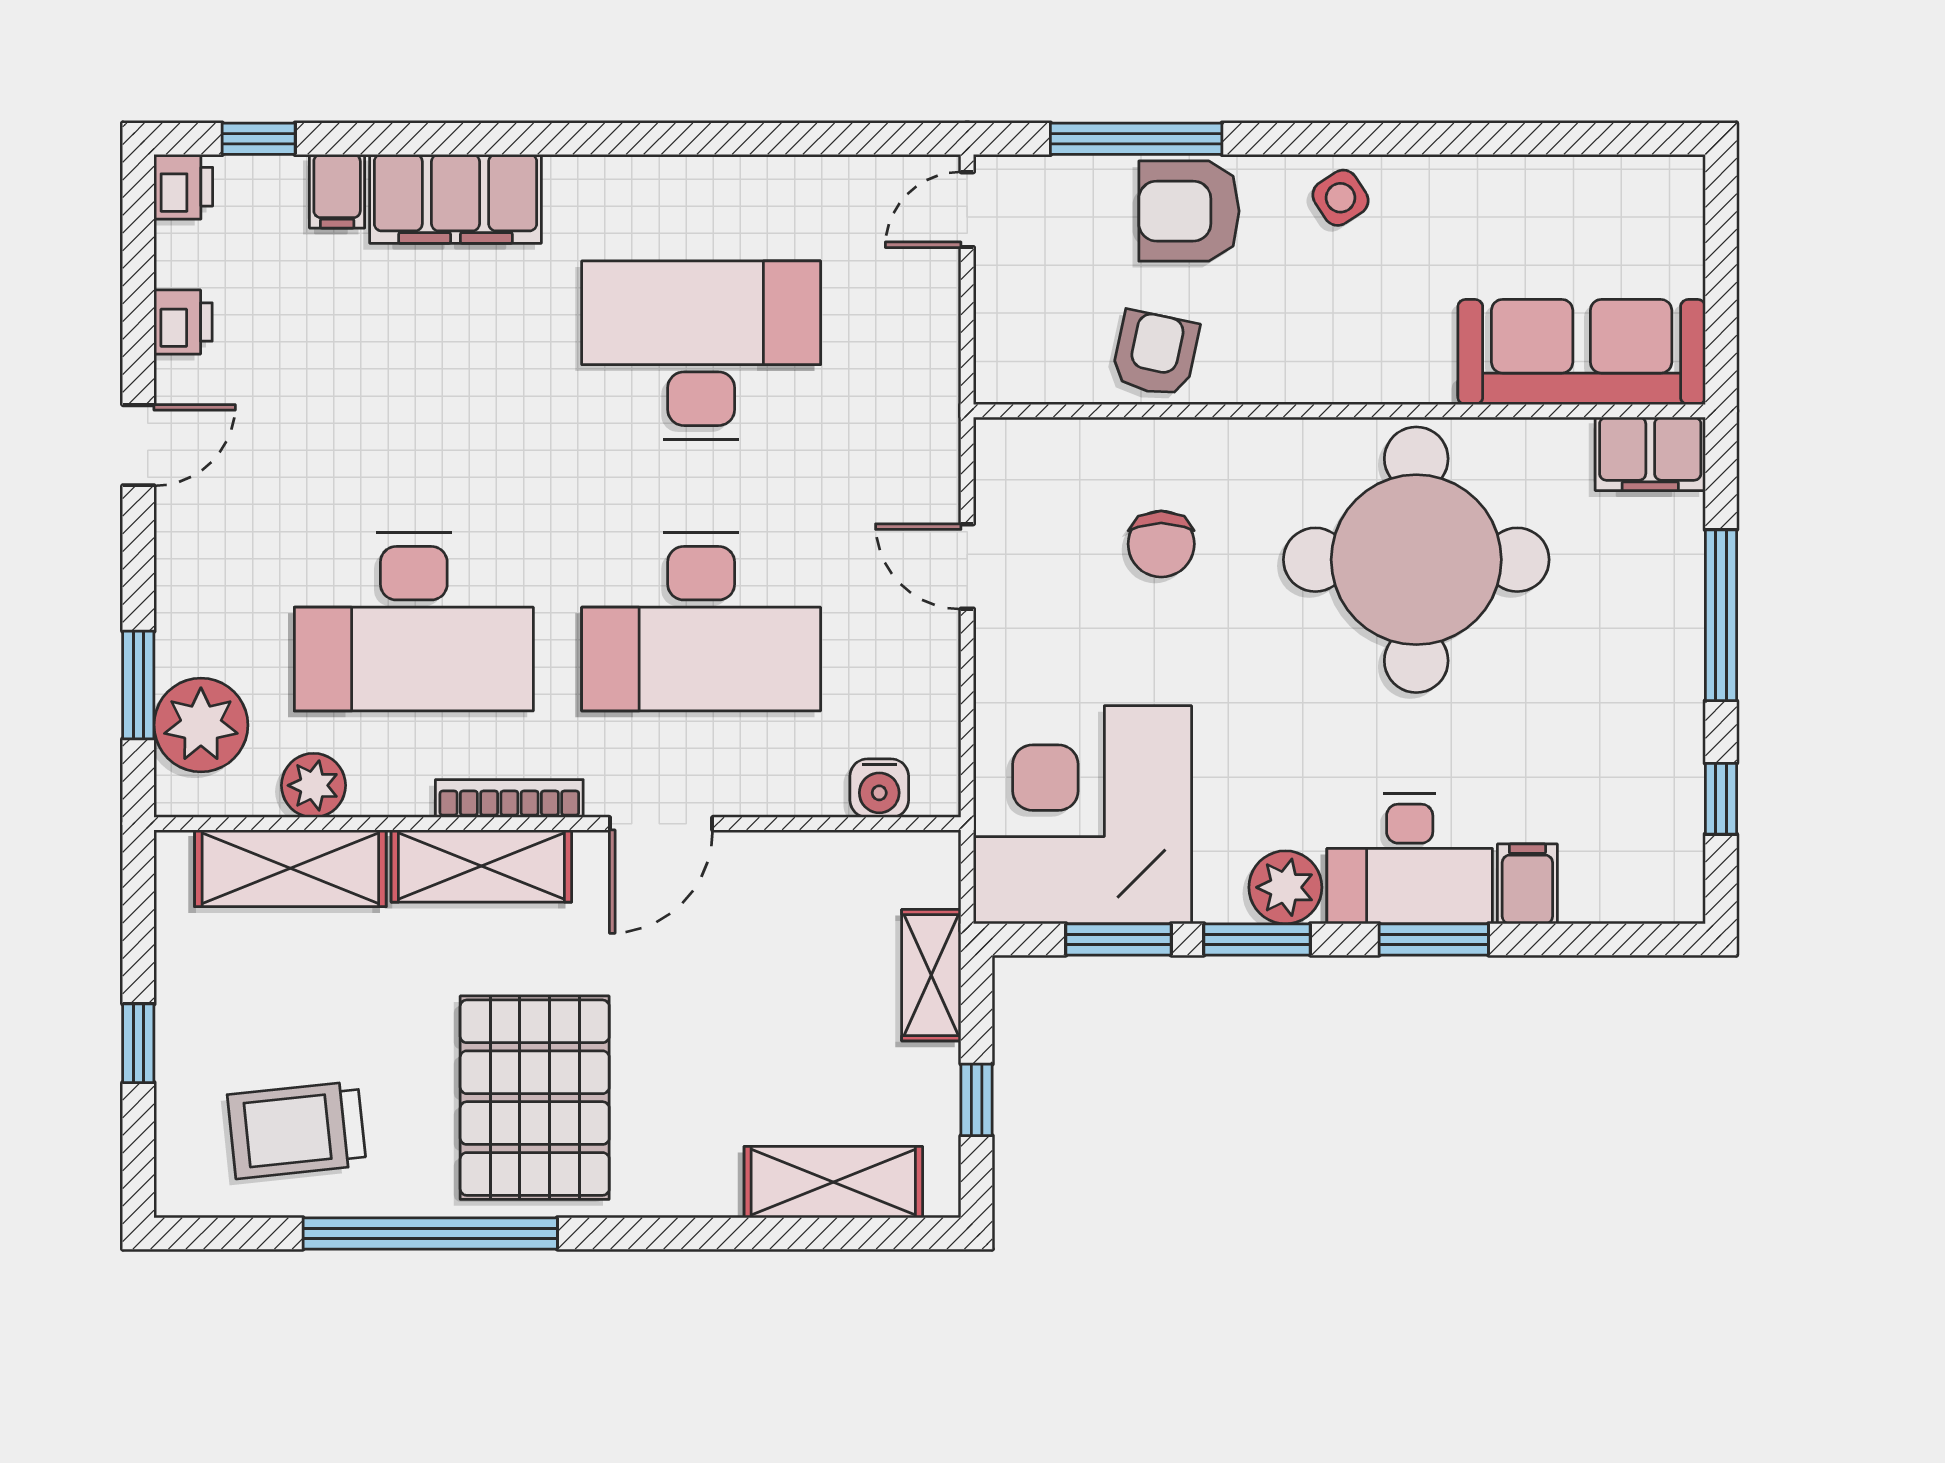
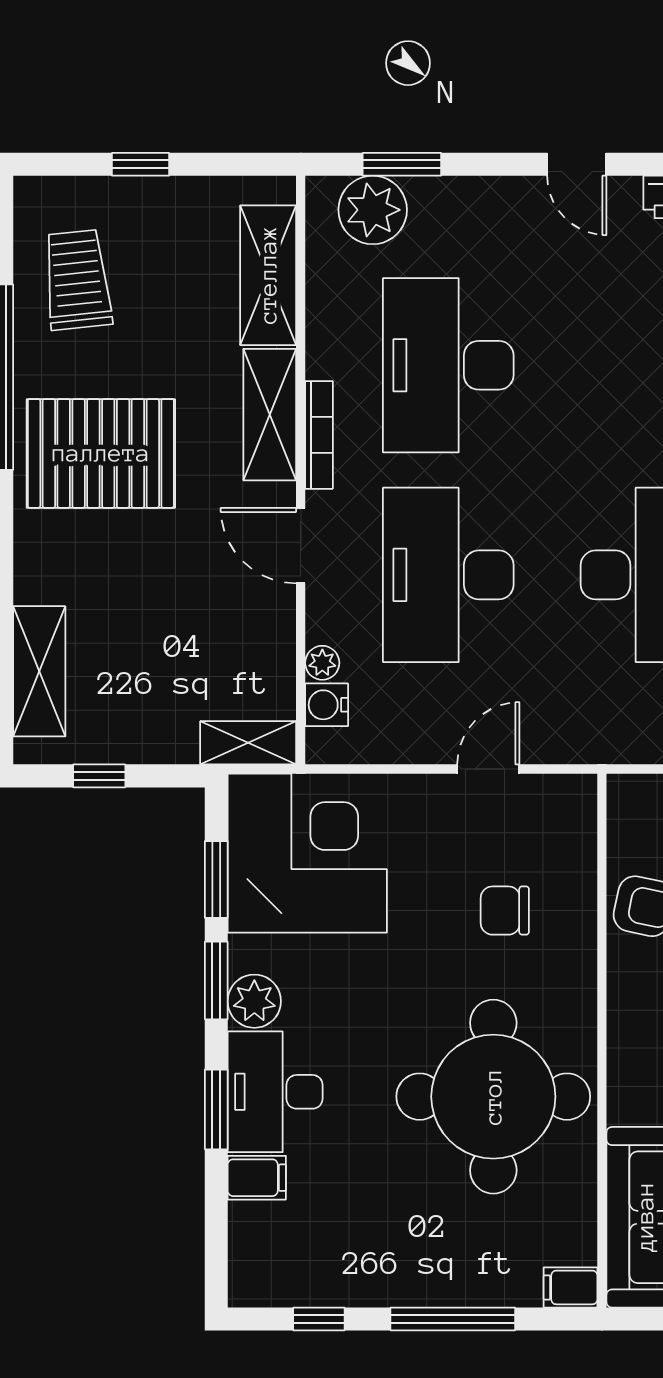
filing cabinet: (1650, 454) -> (571, 1287), width x0.50
plant: (314, 785) -> (322, 663), moved, width x0.73, depth x0.73
shelving: (931, 975) -> (248, 743), moved

